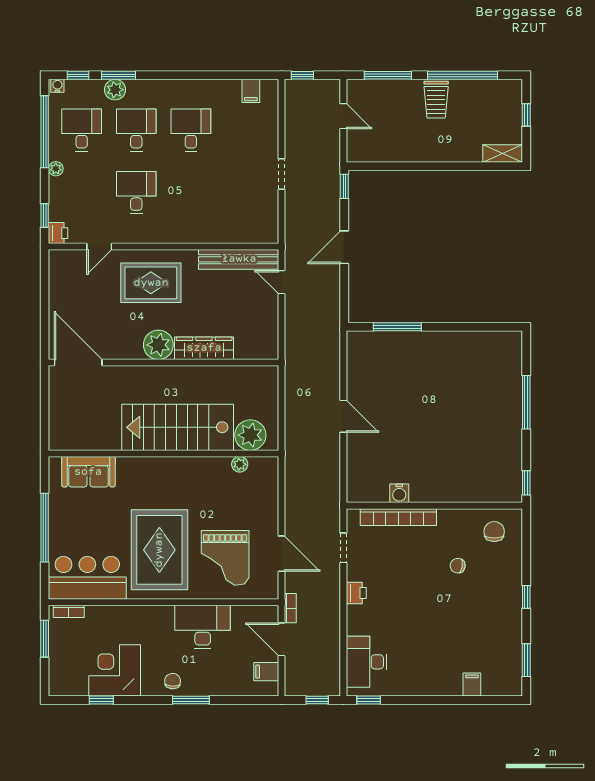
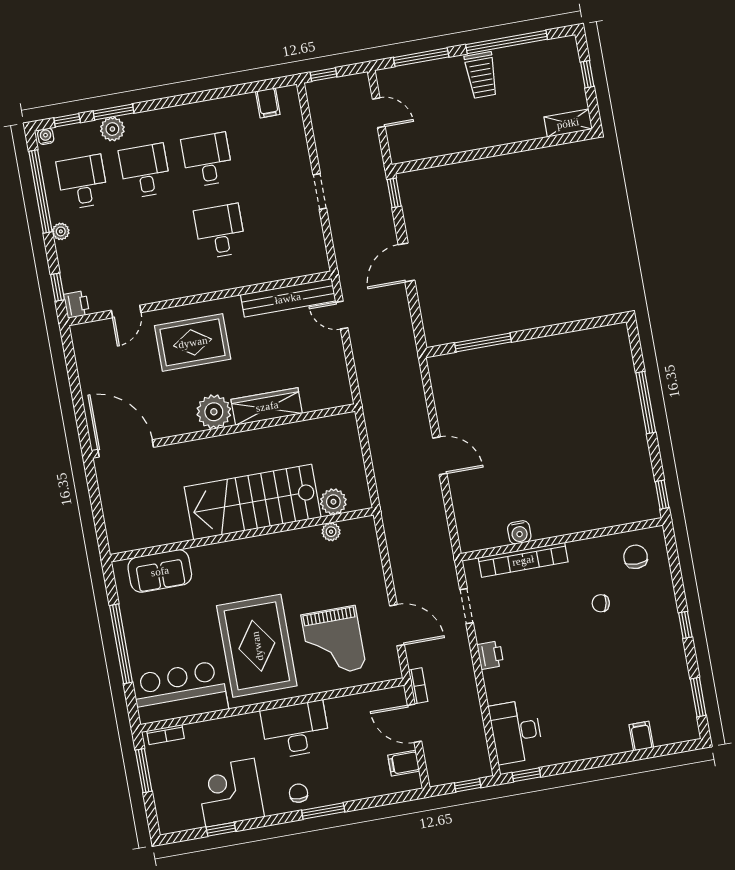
desk: (136, 193) -> (220, 231), moved
plant: (250, 435) -> (333, 502), width x0.73, depth x0.73
desk: (203, 627) -> (295, 730), moved

